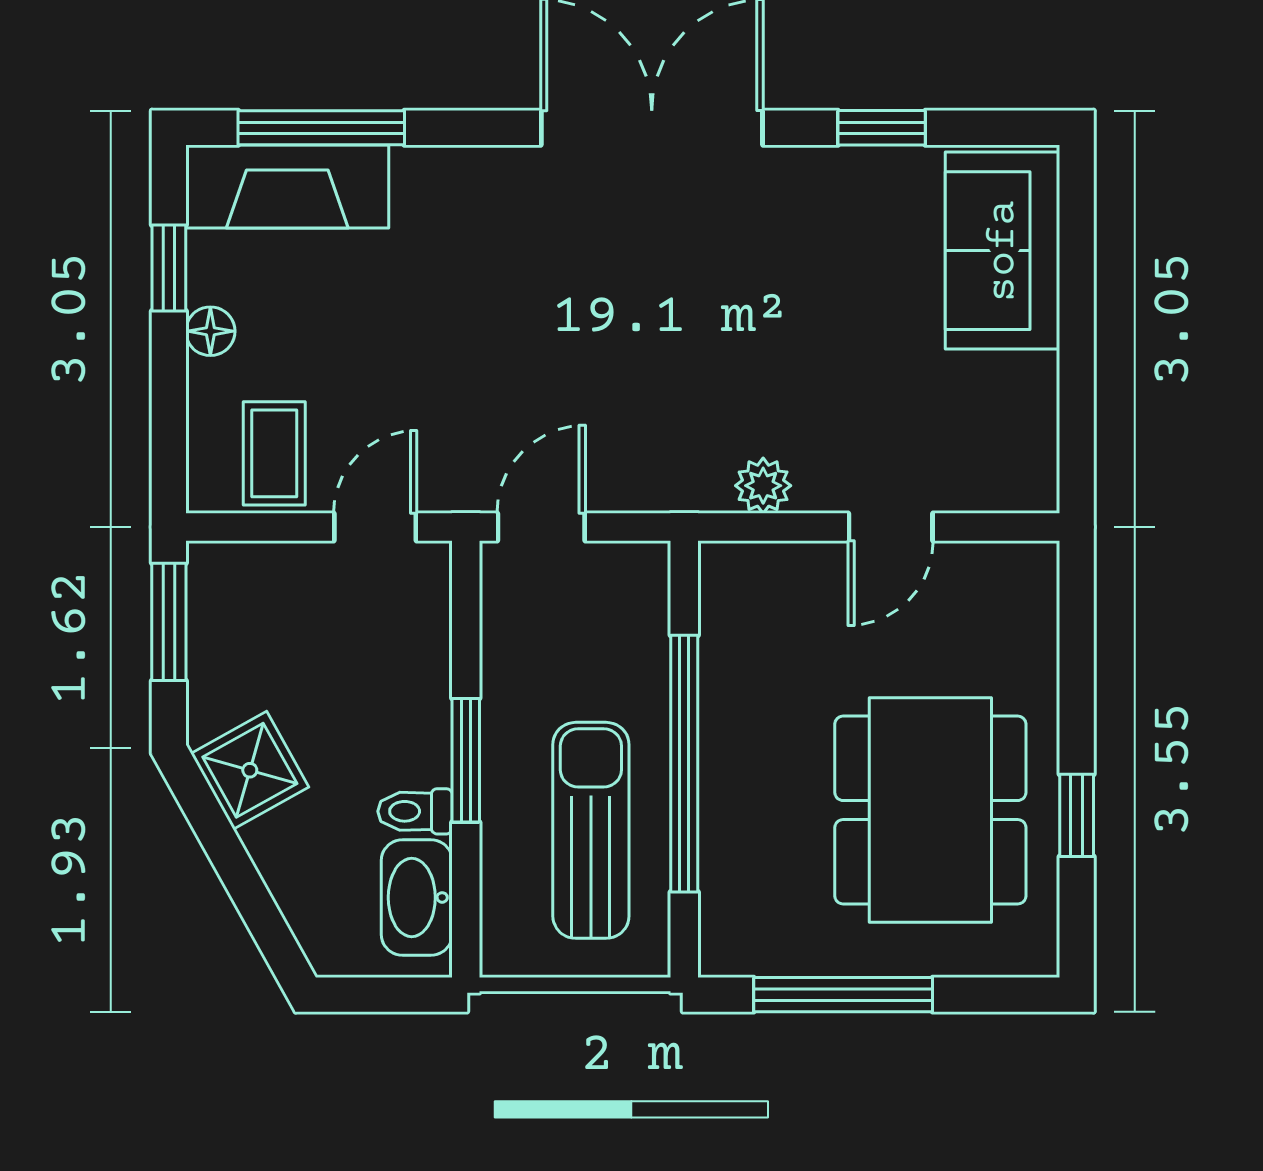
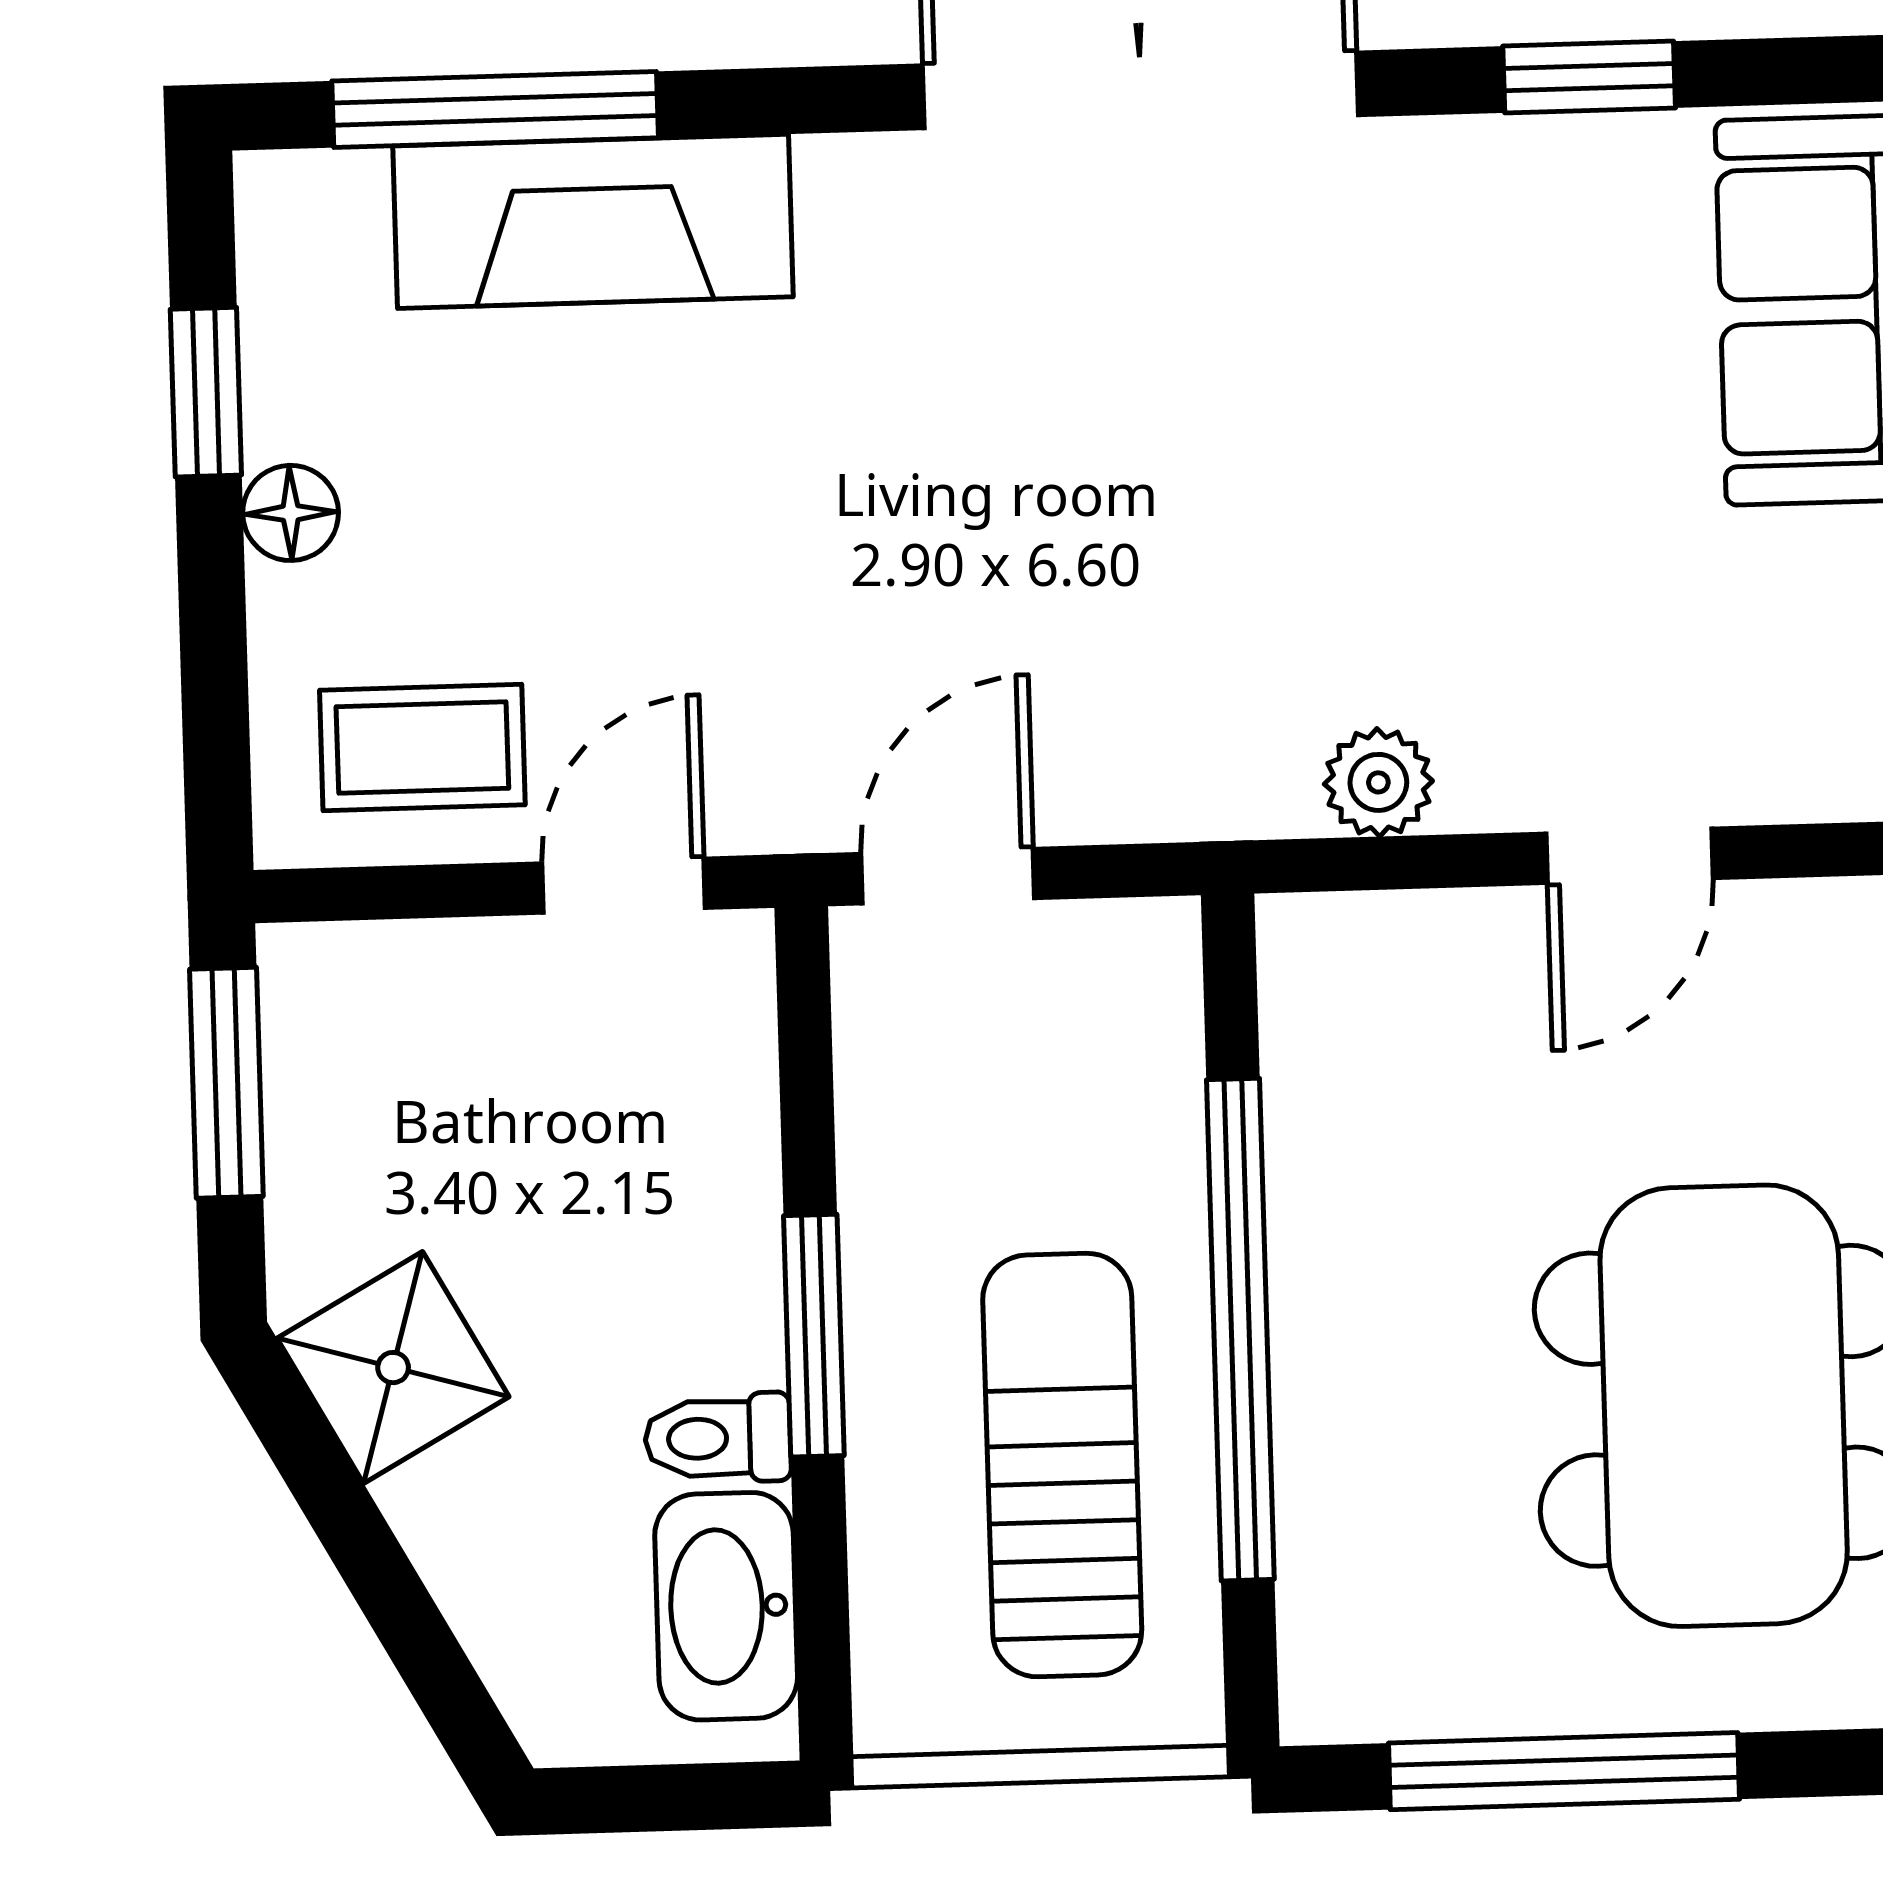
fireplace: (287, 187) -> (593, 221), moved
coffee table: (274, 453) -> (422, 748), turned 90

